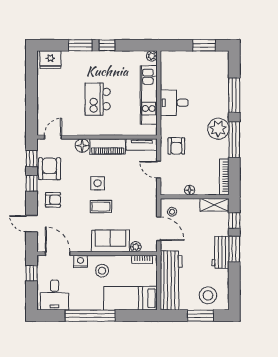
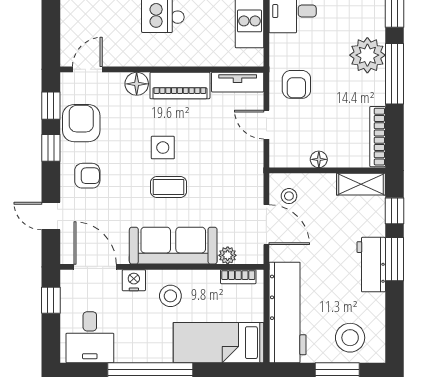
sofa: (111, 241) -> (173, 246), width x1.36

